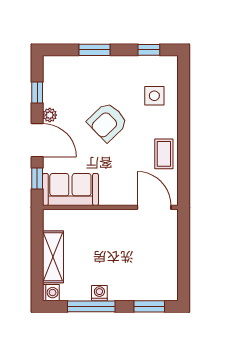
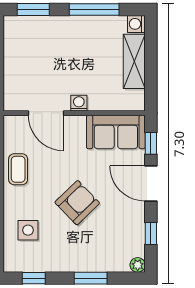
plant: (50, 115) -> (138, 265), moved
door: (154, 207) -> (46, 113), moved
washing machine: (99, 293) -> (79, 103), moved, turned 180

